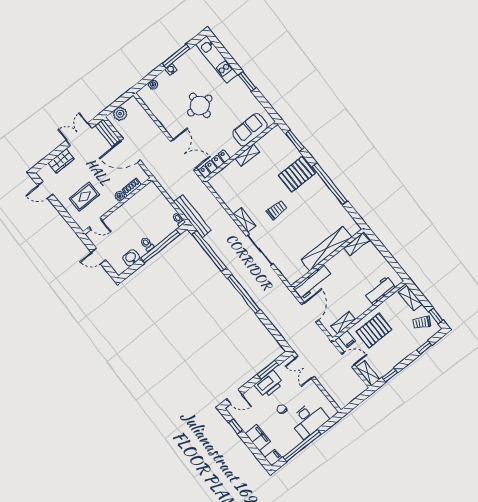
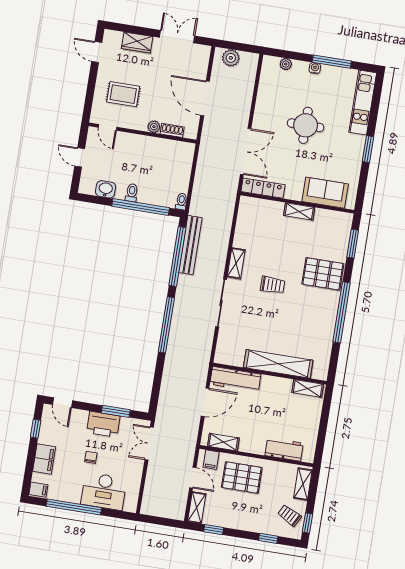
bench: (108, 133) -> (202, 63), removed
bench: (192, 216) -> (190, 245), moved

